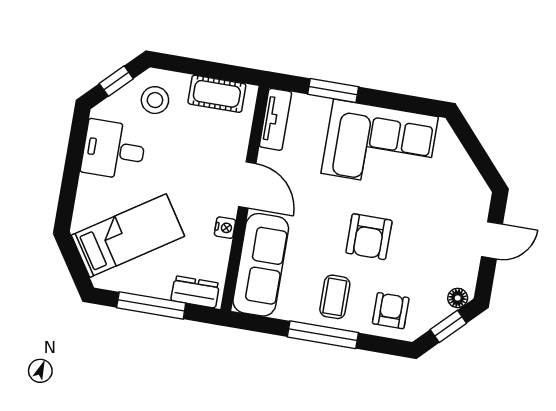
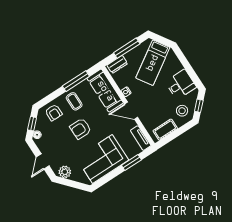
plant: (469, 185) -> (65, 172), added
armchair: (369, 237) -> (81, 129), turned -90
window: (323, 335) -> (76, 81), moved

